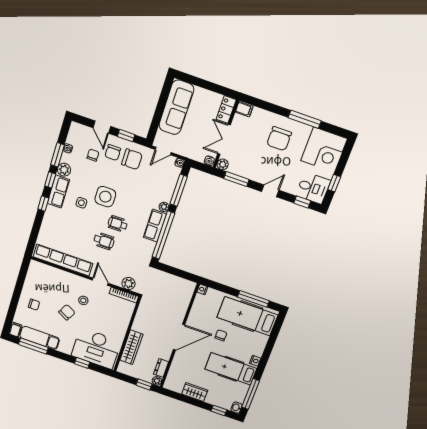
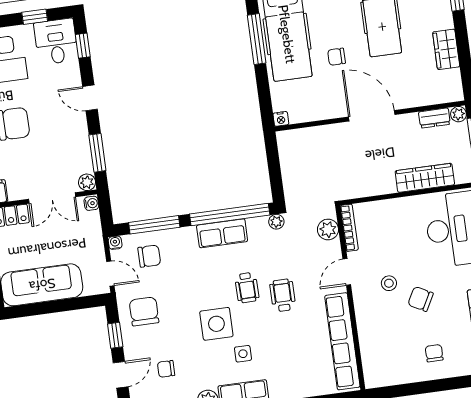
chair: (113, 153) -> (149, 256), moved
plant: (164, 207) -> (276, 222), moved

